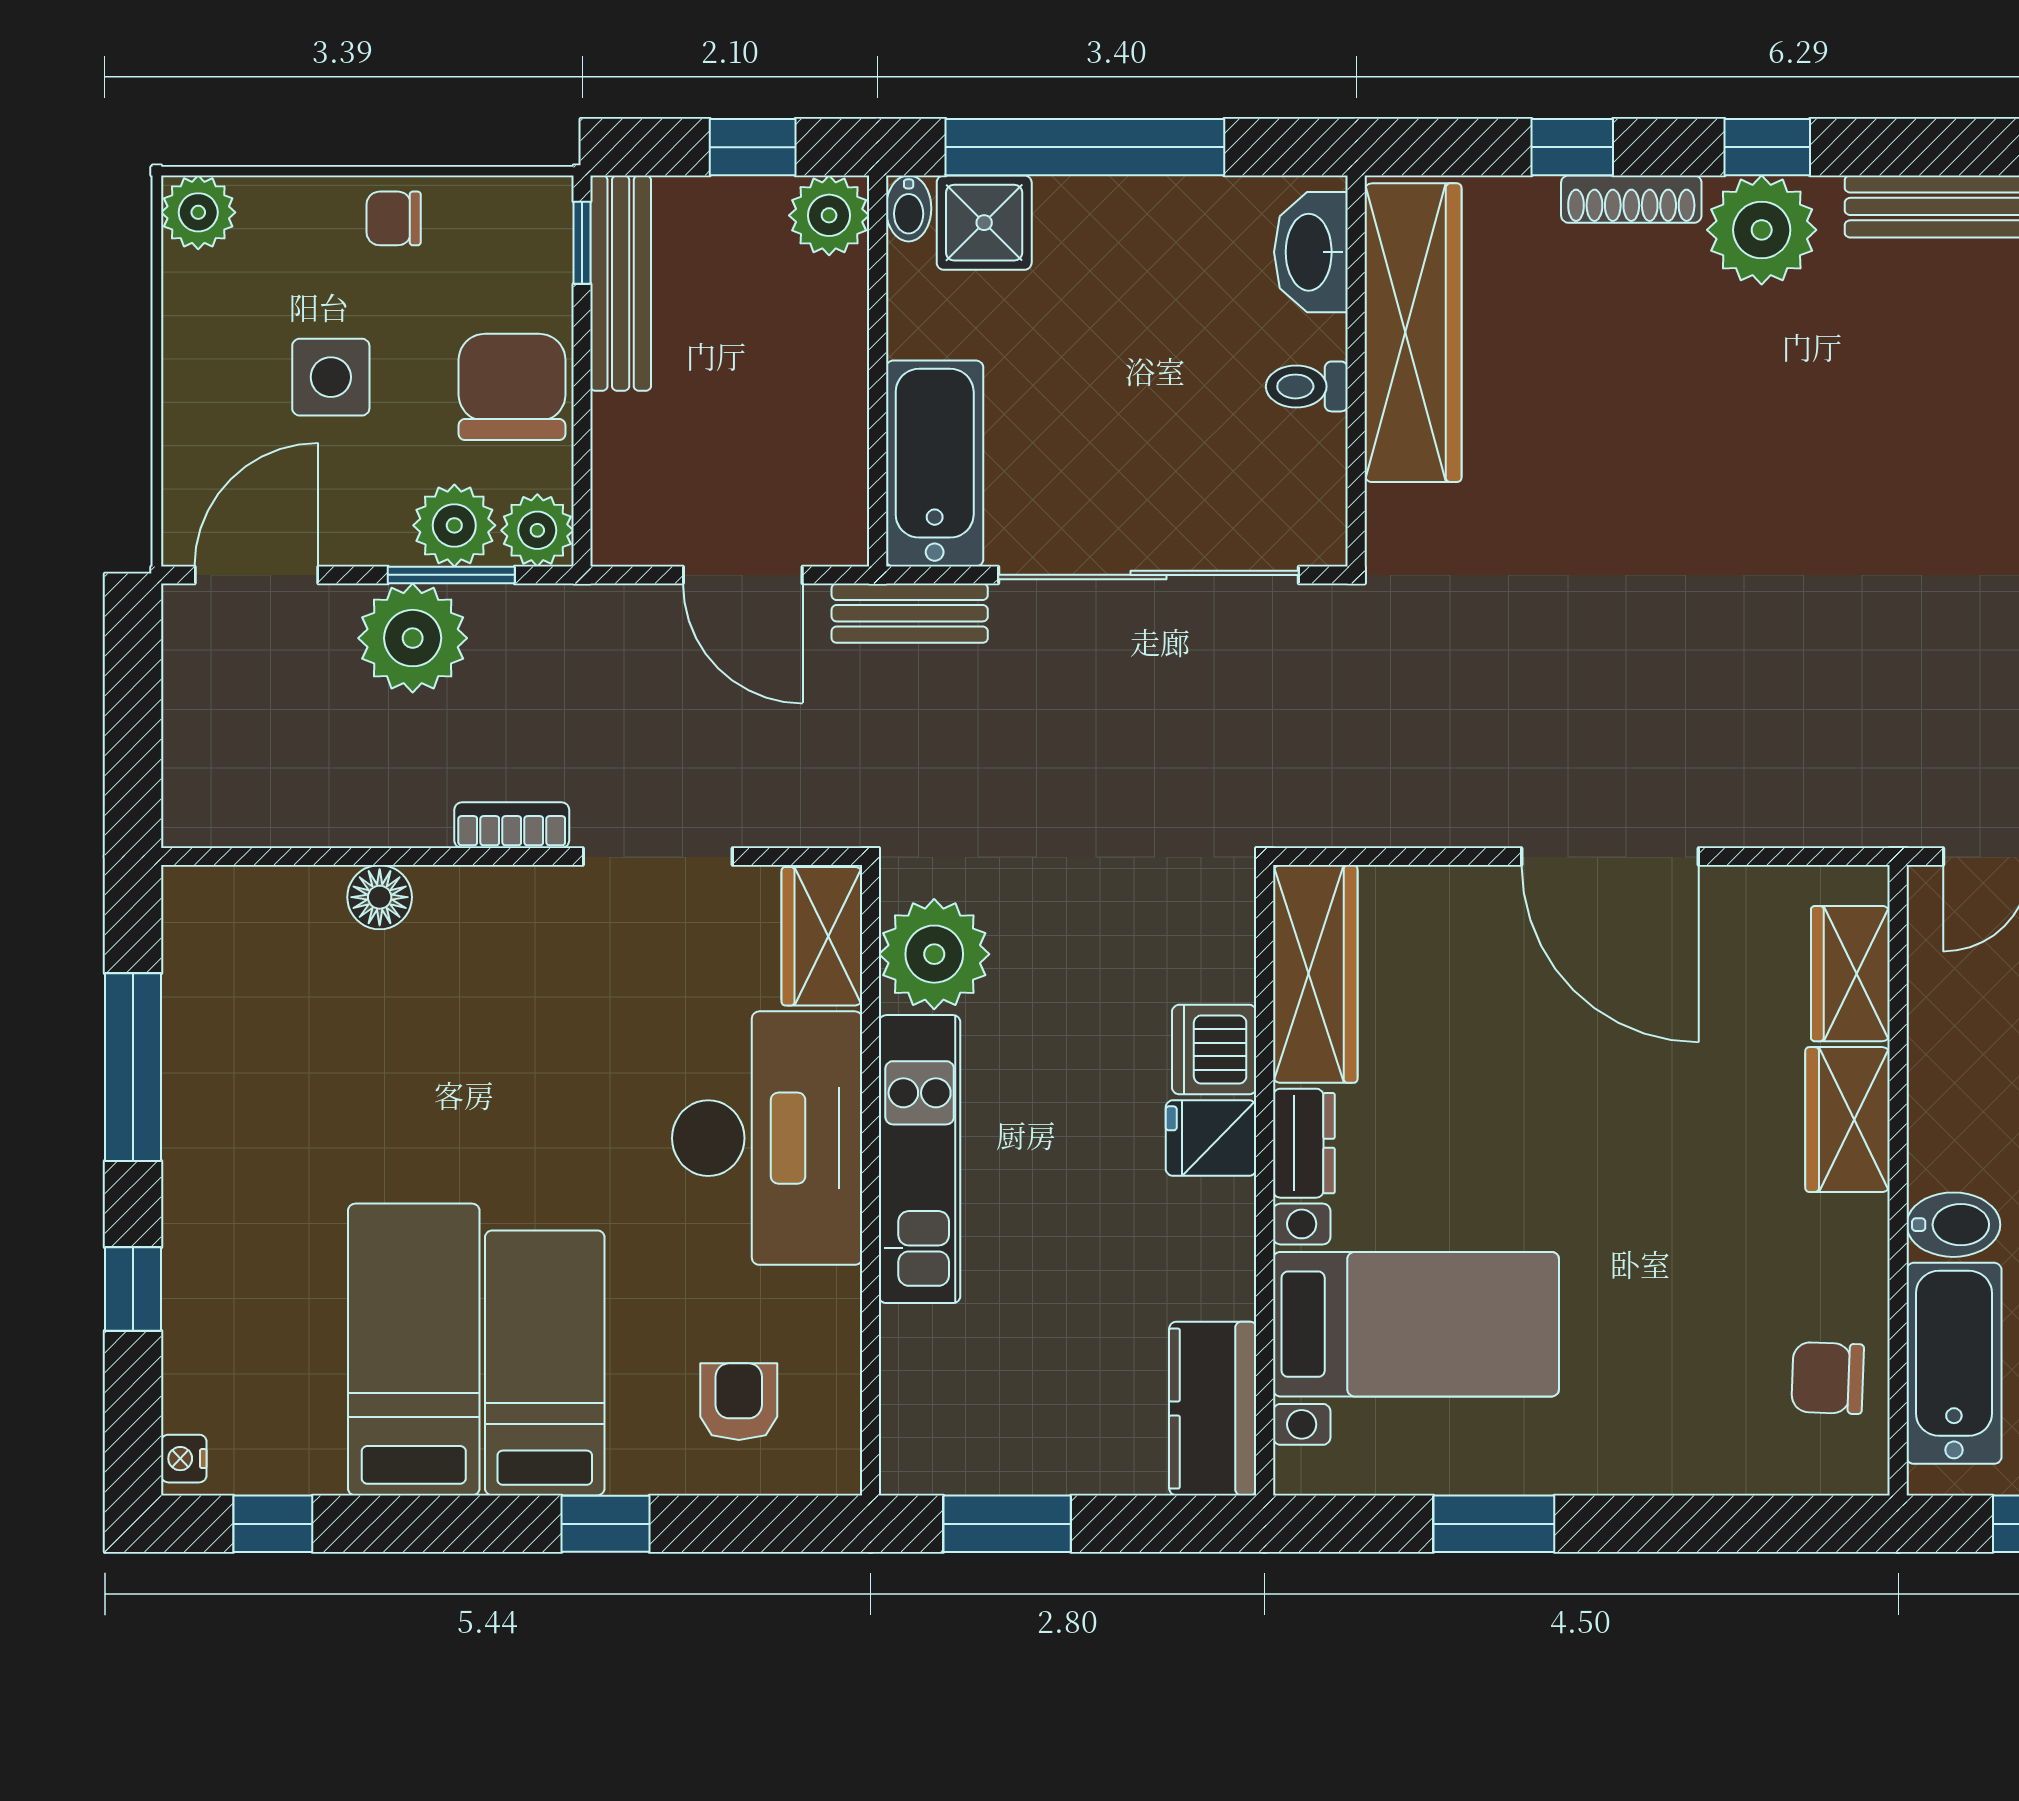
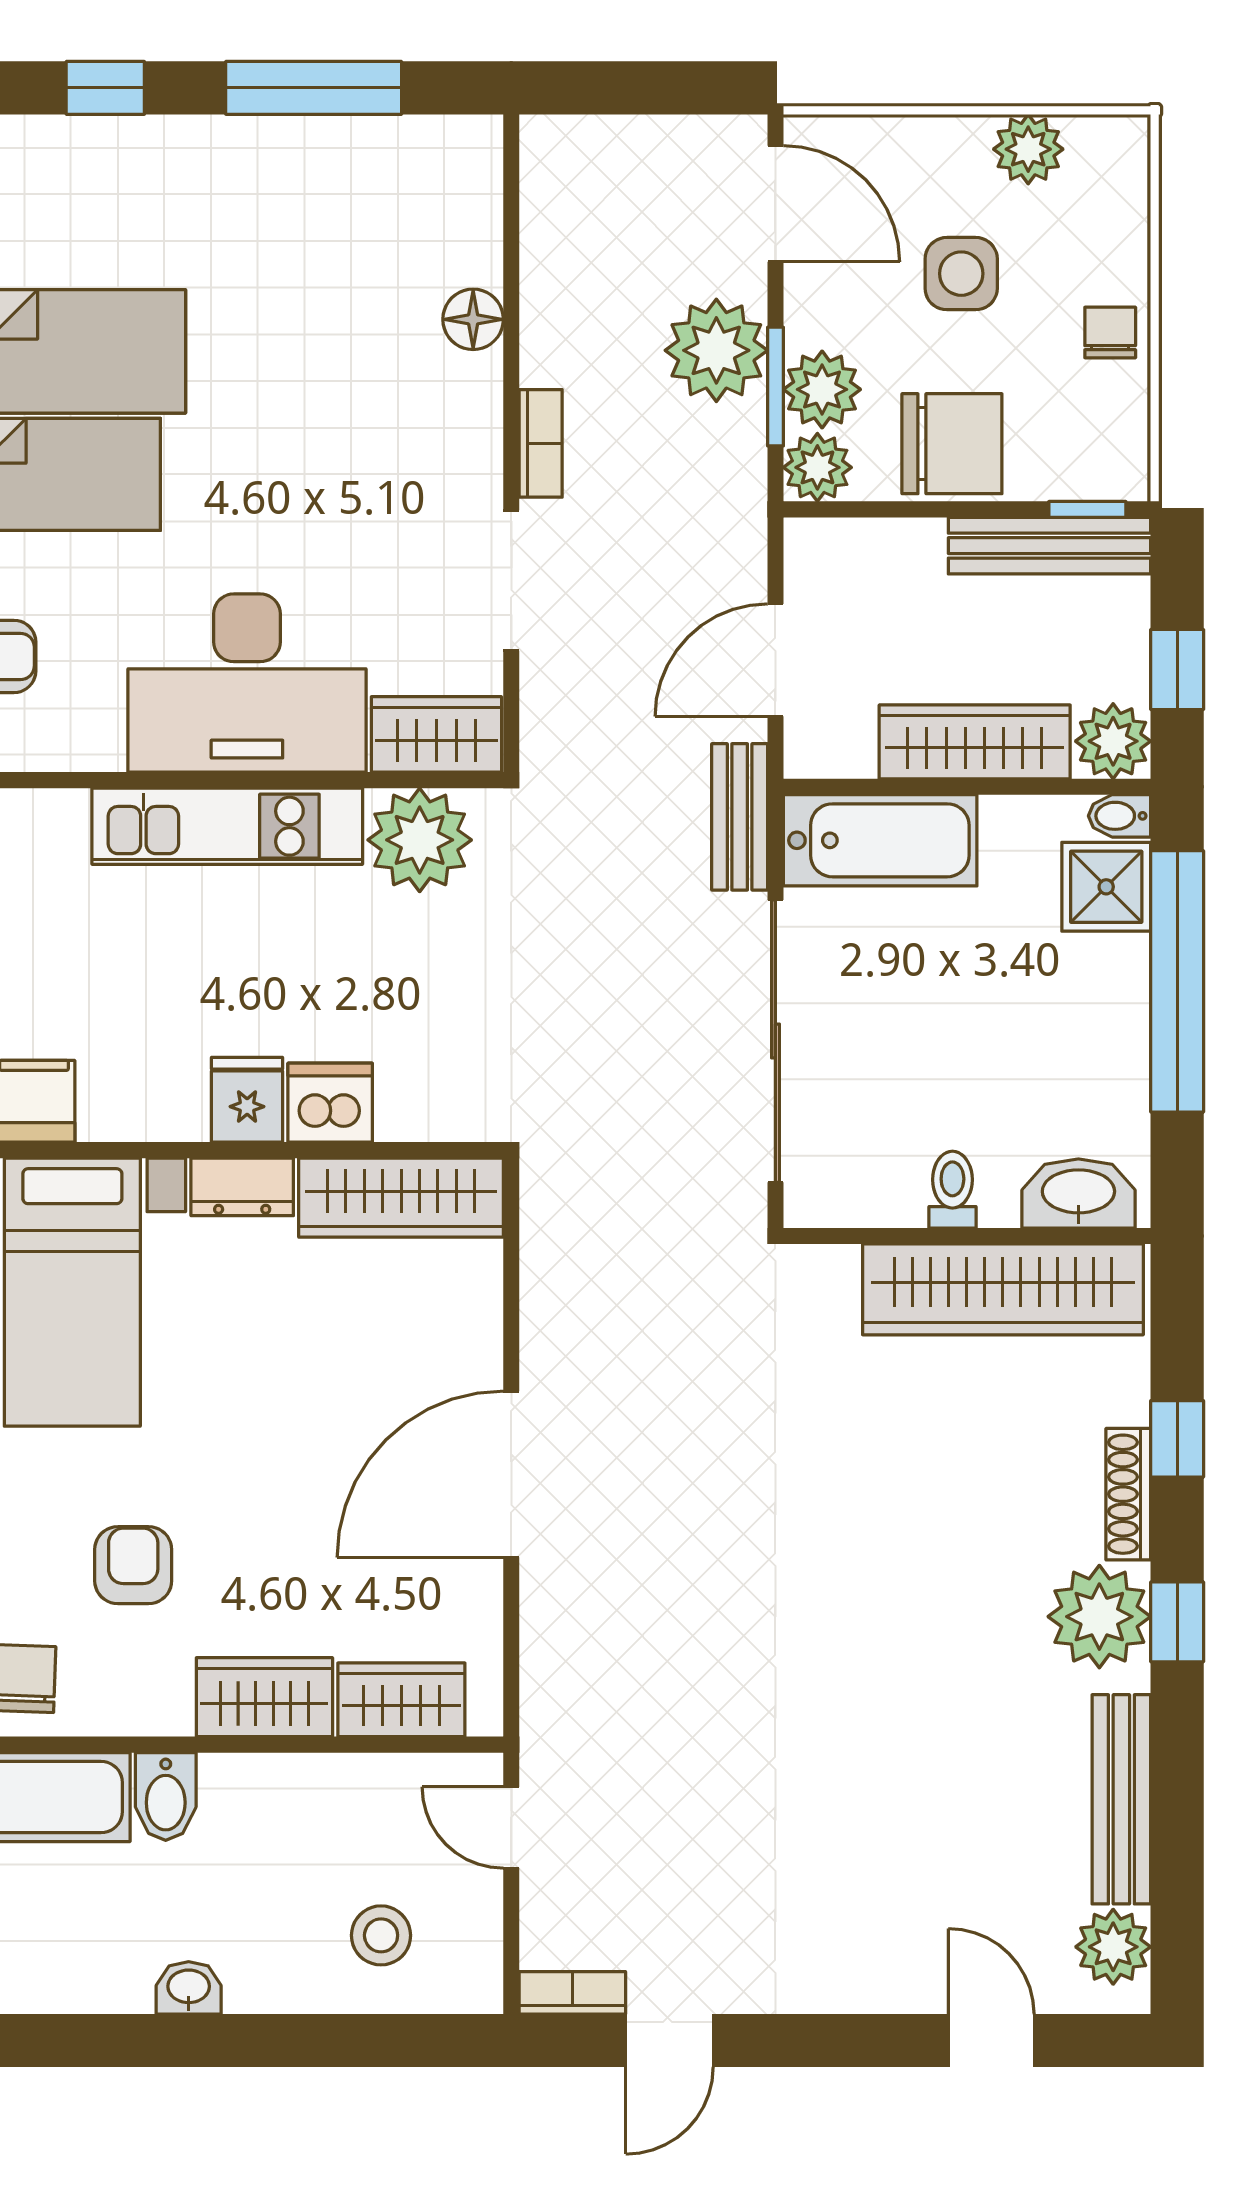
plant: (198, 212) -> (1028, 149), moved
wardrobe: (830, 363) -> (975, 742), added
armchair: (1707, 1259) -> (133, 1565), added

